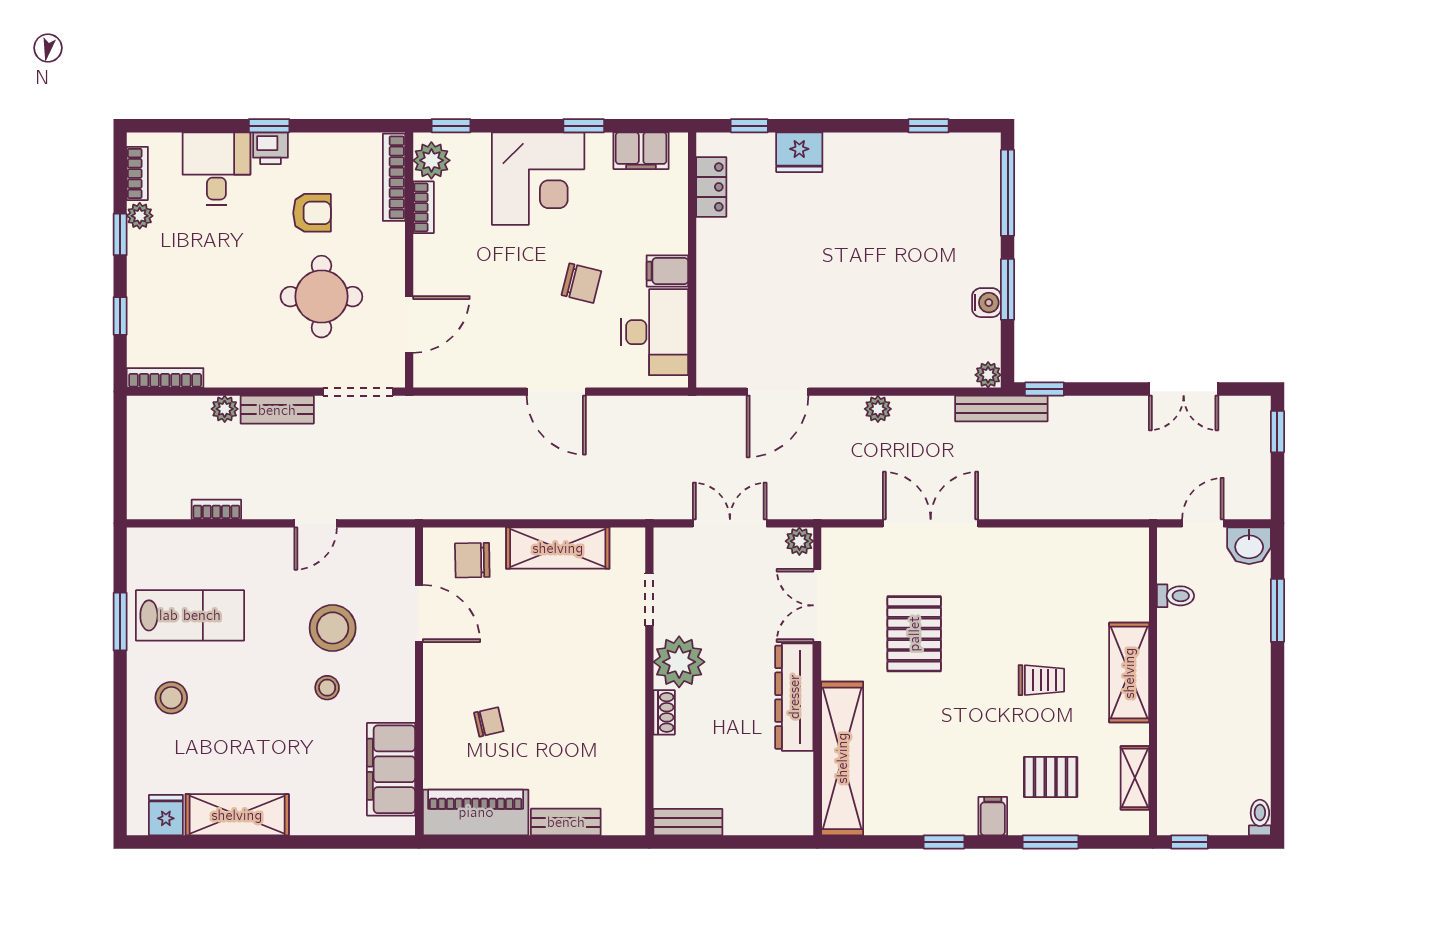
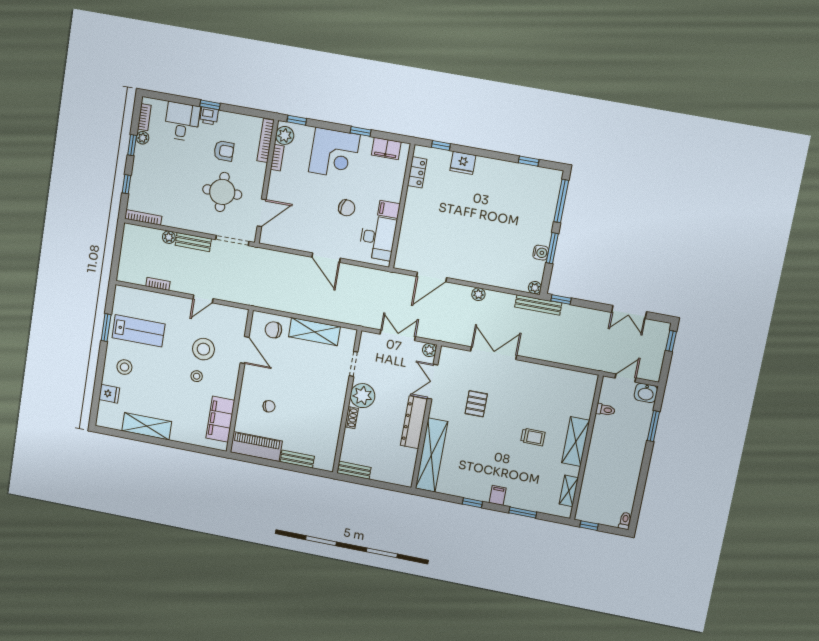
pallet: (914, 634) -> (476, 404), width x0.67, depth x0.71
pallet: (1051, 777) -> (529, 483), removed
fridge: (166, 815) -> (109, 394), moved, turned 90

